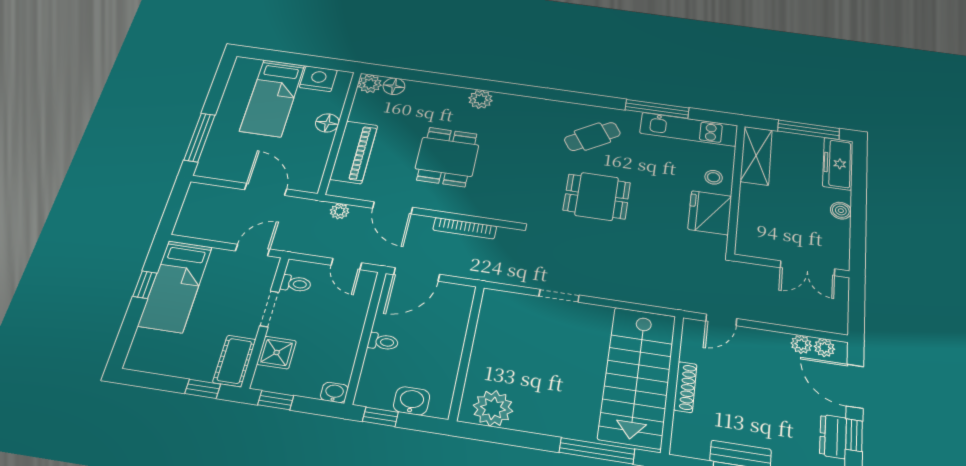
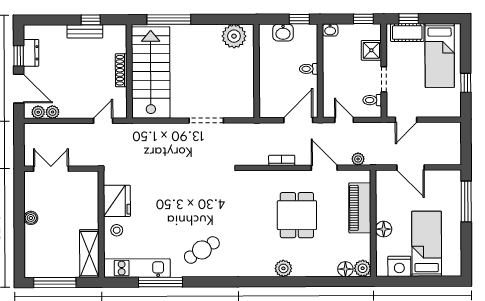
freezer: (838, 164) -> (34, 257), removed
dining table: (597, 196) -> (192, 201), removed
bookcase: (465, 228) -> (282, 160), width x0.64
bed: (175, 286) -> (440, 55), moved, turned 180
doorway: (559, 296) -> (206, 120), width x1.38
cot: (234, 361) -> (407, 33), moved, turned 90

